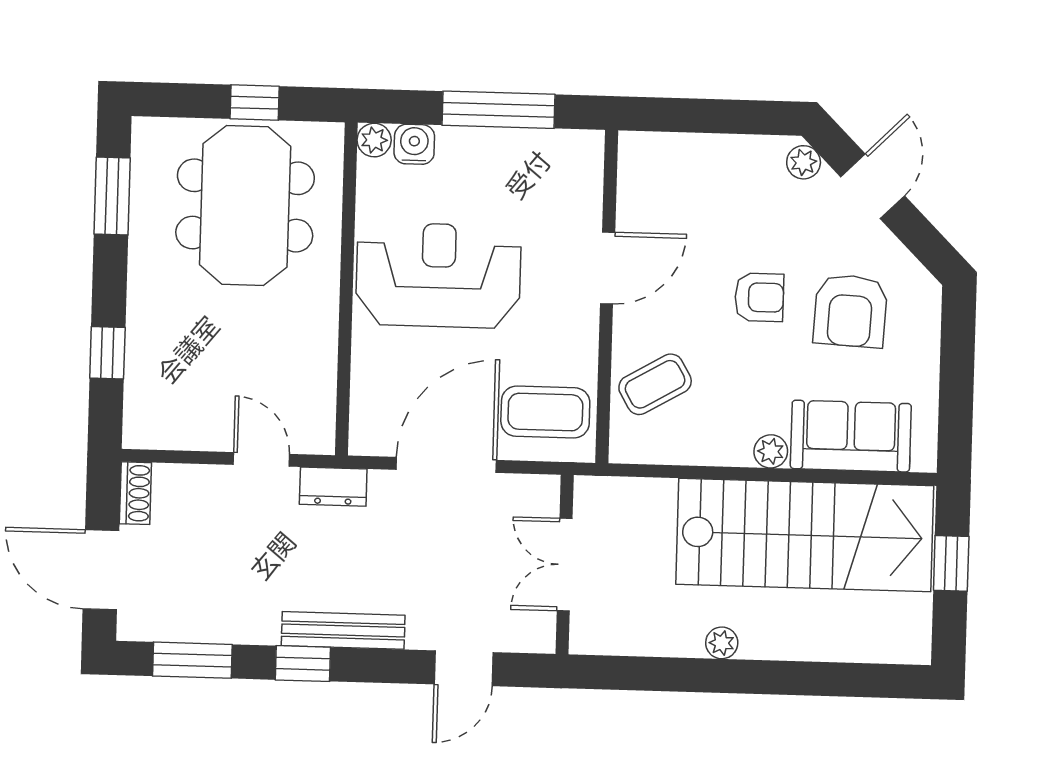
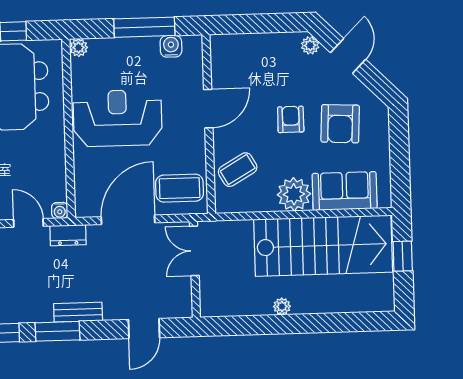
water cooler: (414, 144) -> (171, 46), moved
armchair: (759, 297) -> (291, 119), turned -90
water cooler: (321, 440) -> (60, 210), added
plant: (771, 451) -> (294, 194), width x1.88, depth x1.88
double door: (565, 565) -> (194, 251), moved
bench: (343, 630) -> (78, 312), width x0.73
window: (303, 664) -> (58, 331), width x1.50

